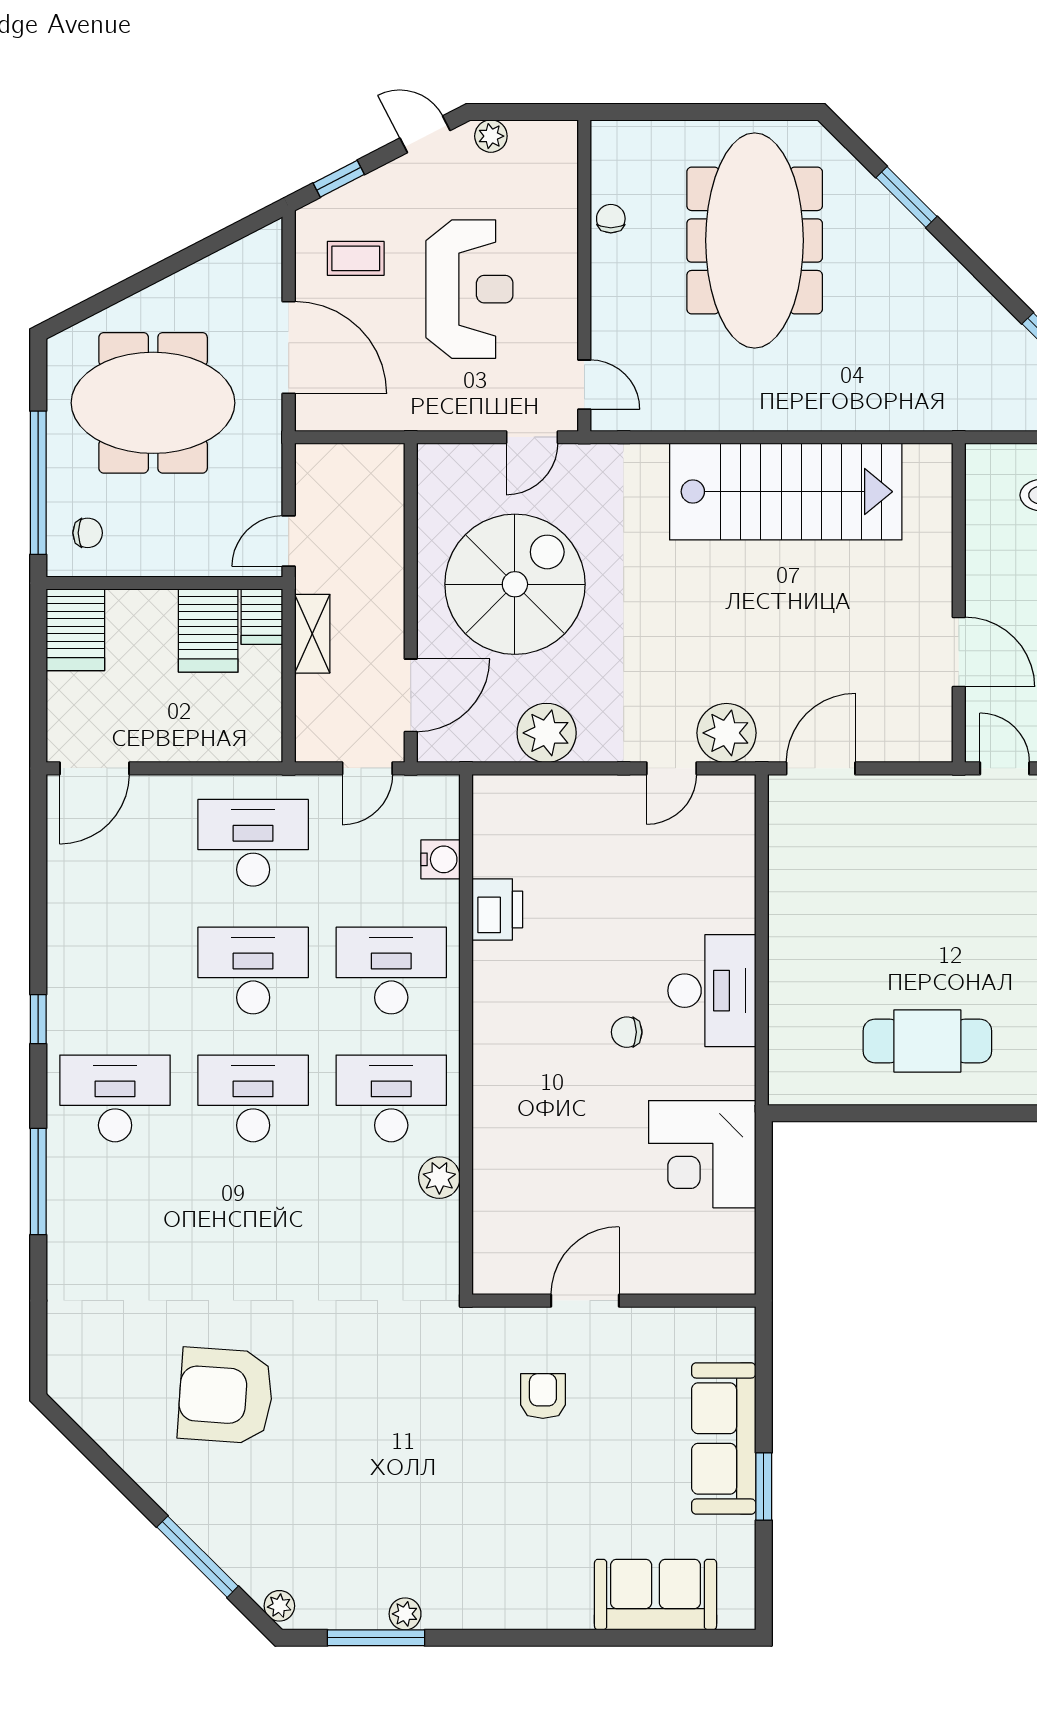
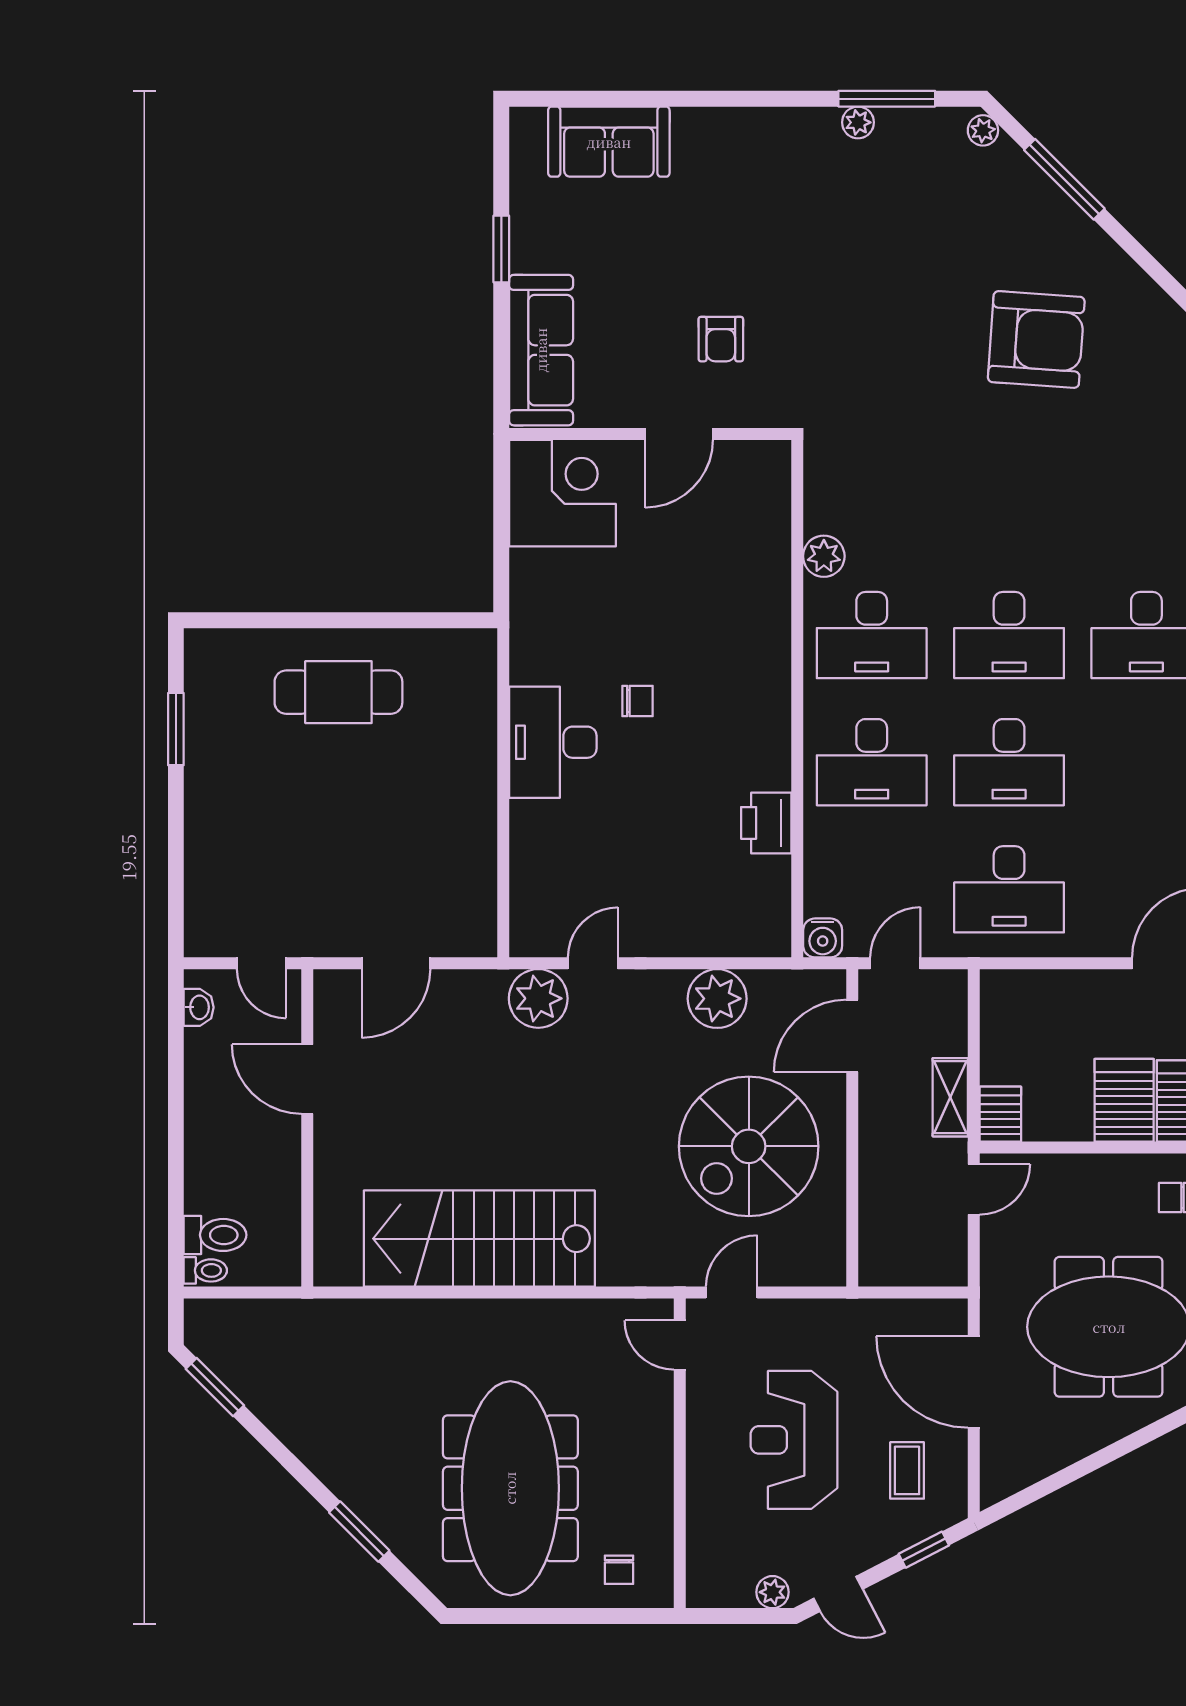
chair: (611, 219) -> (619, 1570), moved
coffee table: (356, 258) -> (907, 1470), turned 90
server rack: (208, 631) -> (1124, 1100), moved
door: (821, 768) -> (396, 963), moved
water cooler: (441, 859) -> (823, 938), moved, turned -90
corner desk: (702, 1154) -> (562, 493), moved
sofa: (724, 1439) -> (541, 350), moved

